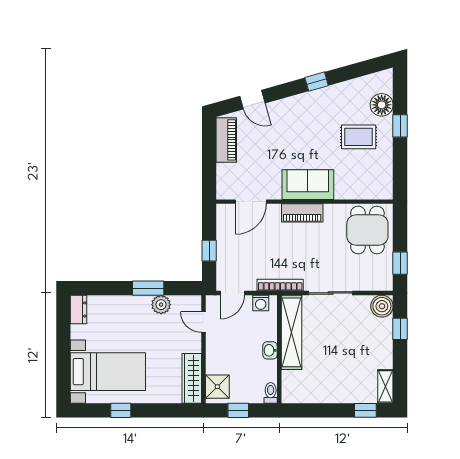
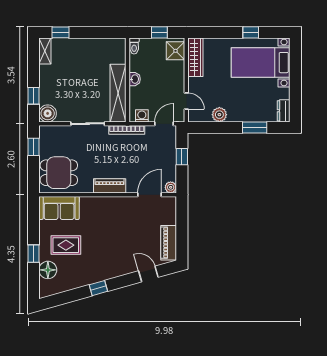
sofa: (308, 185) -> (59, 208), moved
plant: (224, 211) -> (171, 187), added
dining table: (367, 230) -> (59, 173), turned 90
window: (148, 288) -> (255, 127), moved

